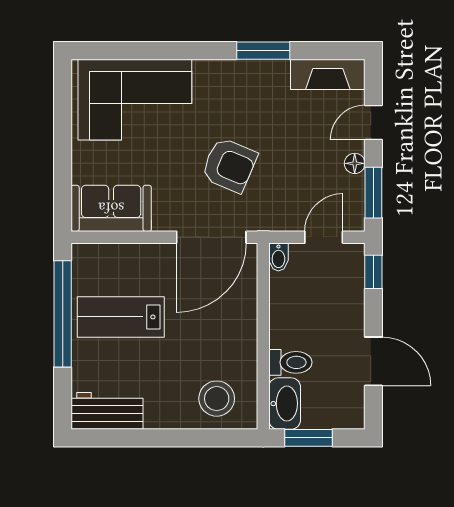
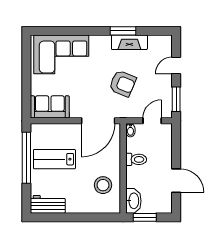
fireplace: (328, 74) -> (129, 42), moved
floor lamp: (355, 163) -> (167, 85), removed
armchair: (229, 165) -> (123, 83), moved
window: (373, 272) -> (176, 137), removed
toilet: (290, 362) -> (136, 159), moved
stool: (217, 399) -> (103, 185), moved

